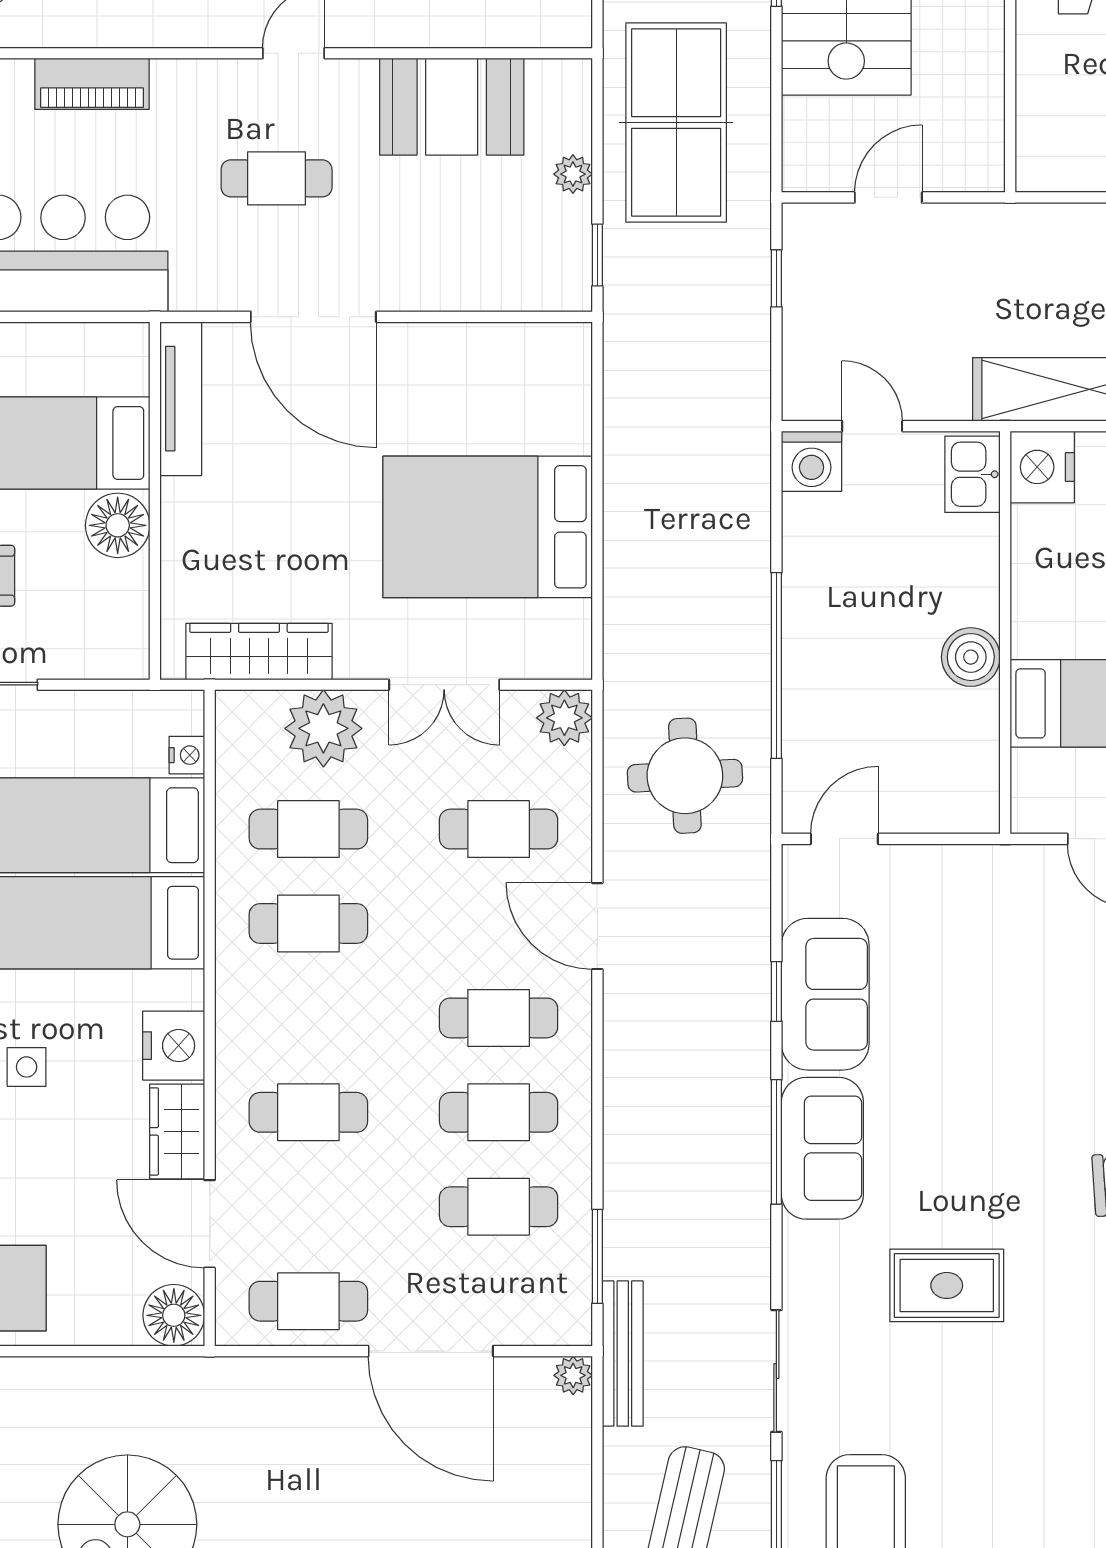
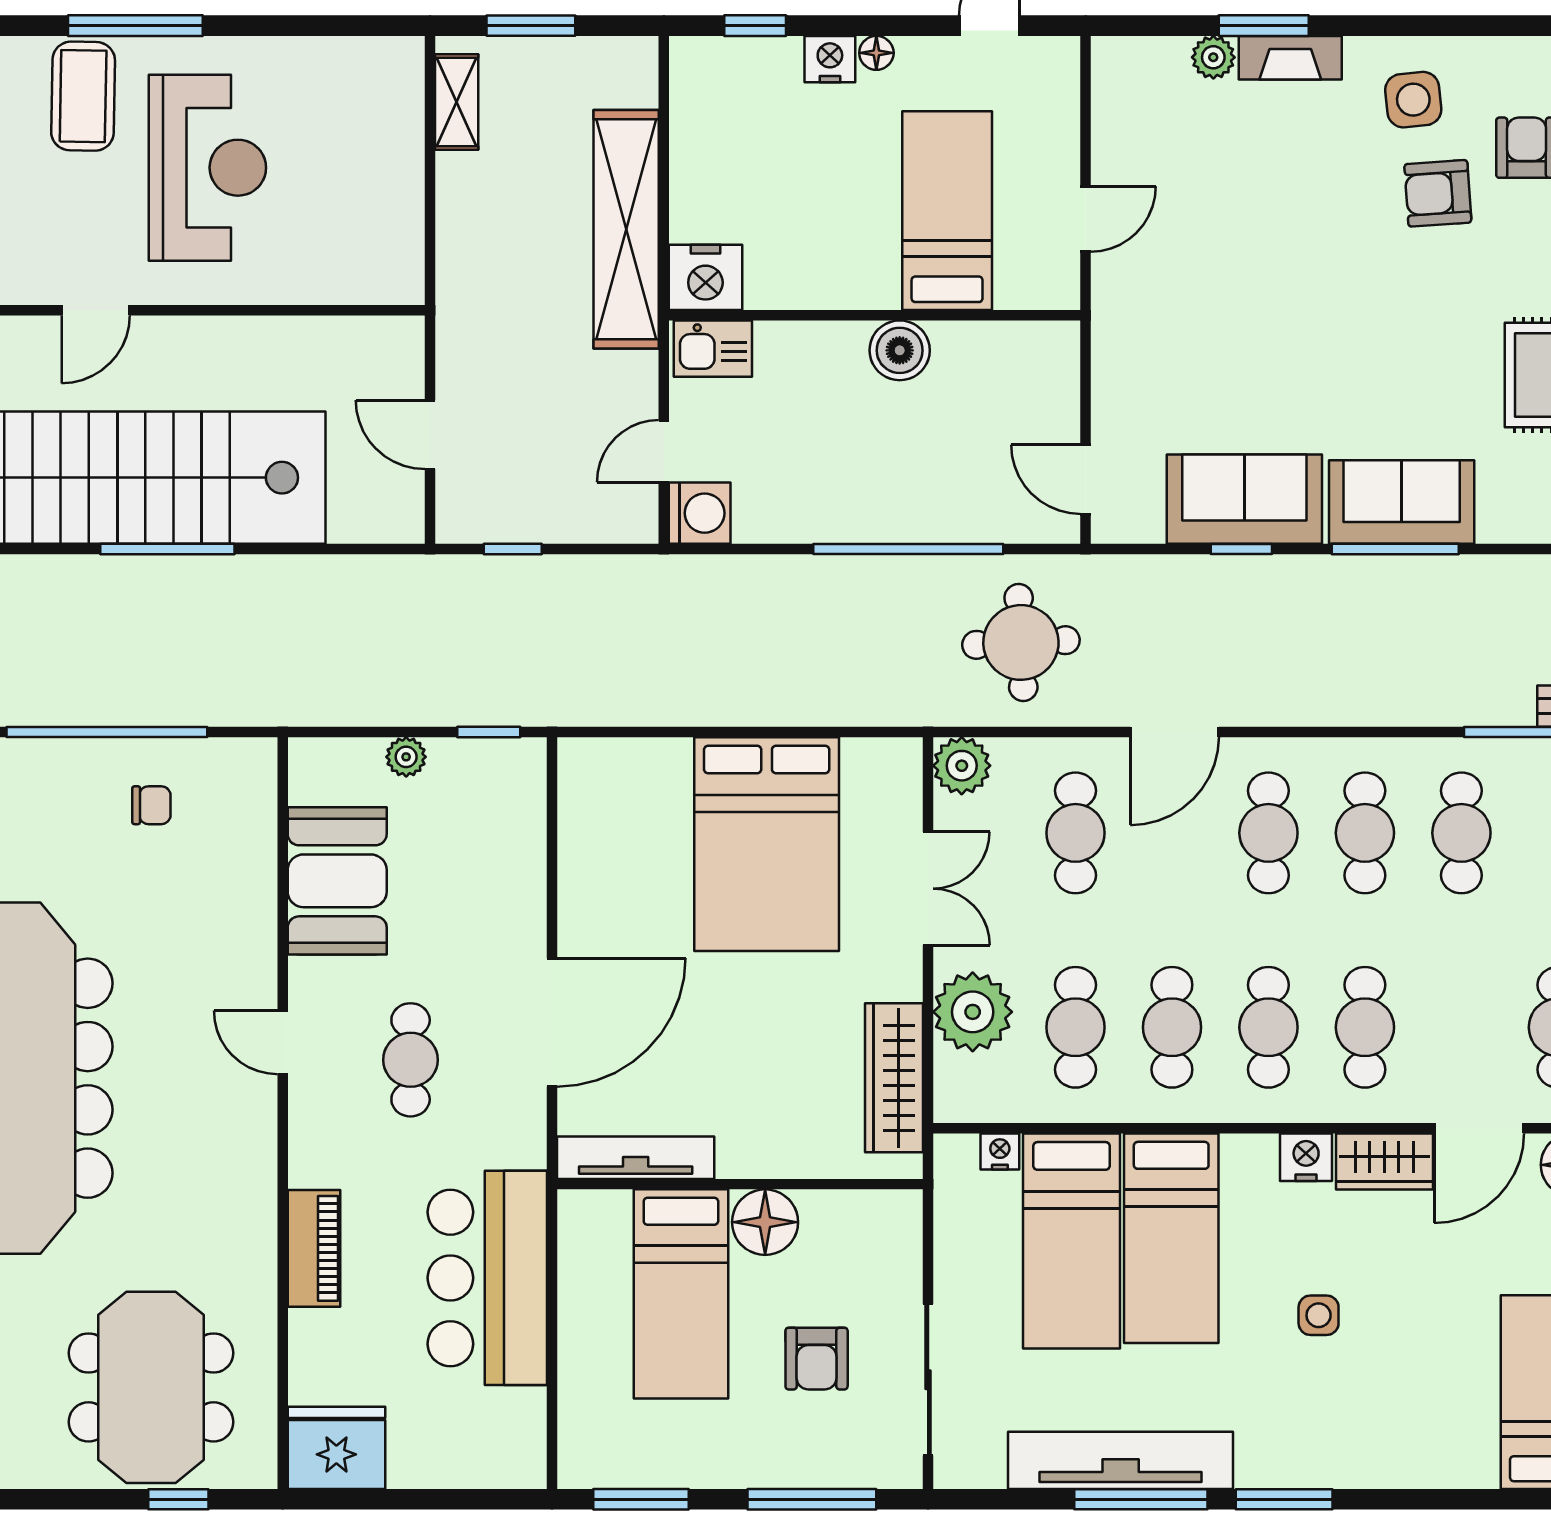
table tennis table: (676, 123) -> (353, 651), removed
cafe table: (308, 1018) -> (1268, 1027), added
nightstand: (174, 1046) -> (1306, 1157), width x0.74, depth x0.75

